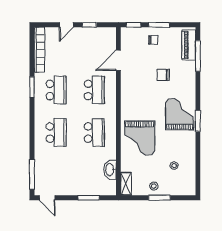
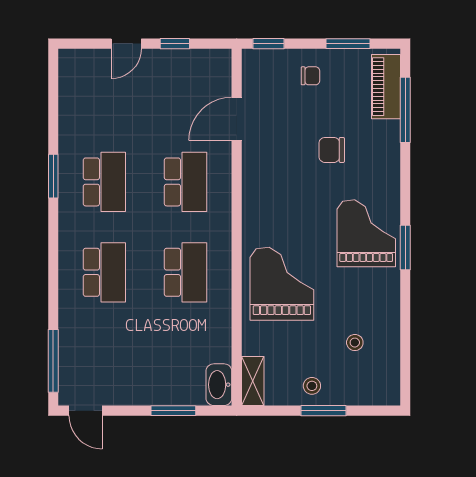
window: (159, 25) -> (348, 44), moved
bookcase: (39, 50) -> (69, 96), removed
grand piano: (140, 138) -> (282, 284), turned 180
washbasin: (110, 170) -> (219, 385), moved

